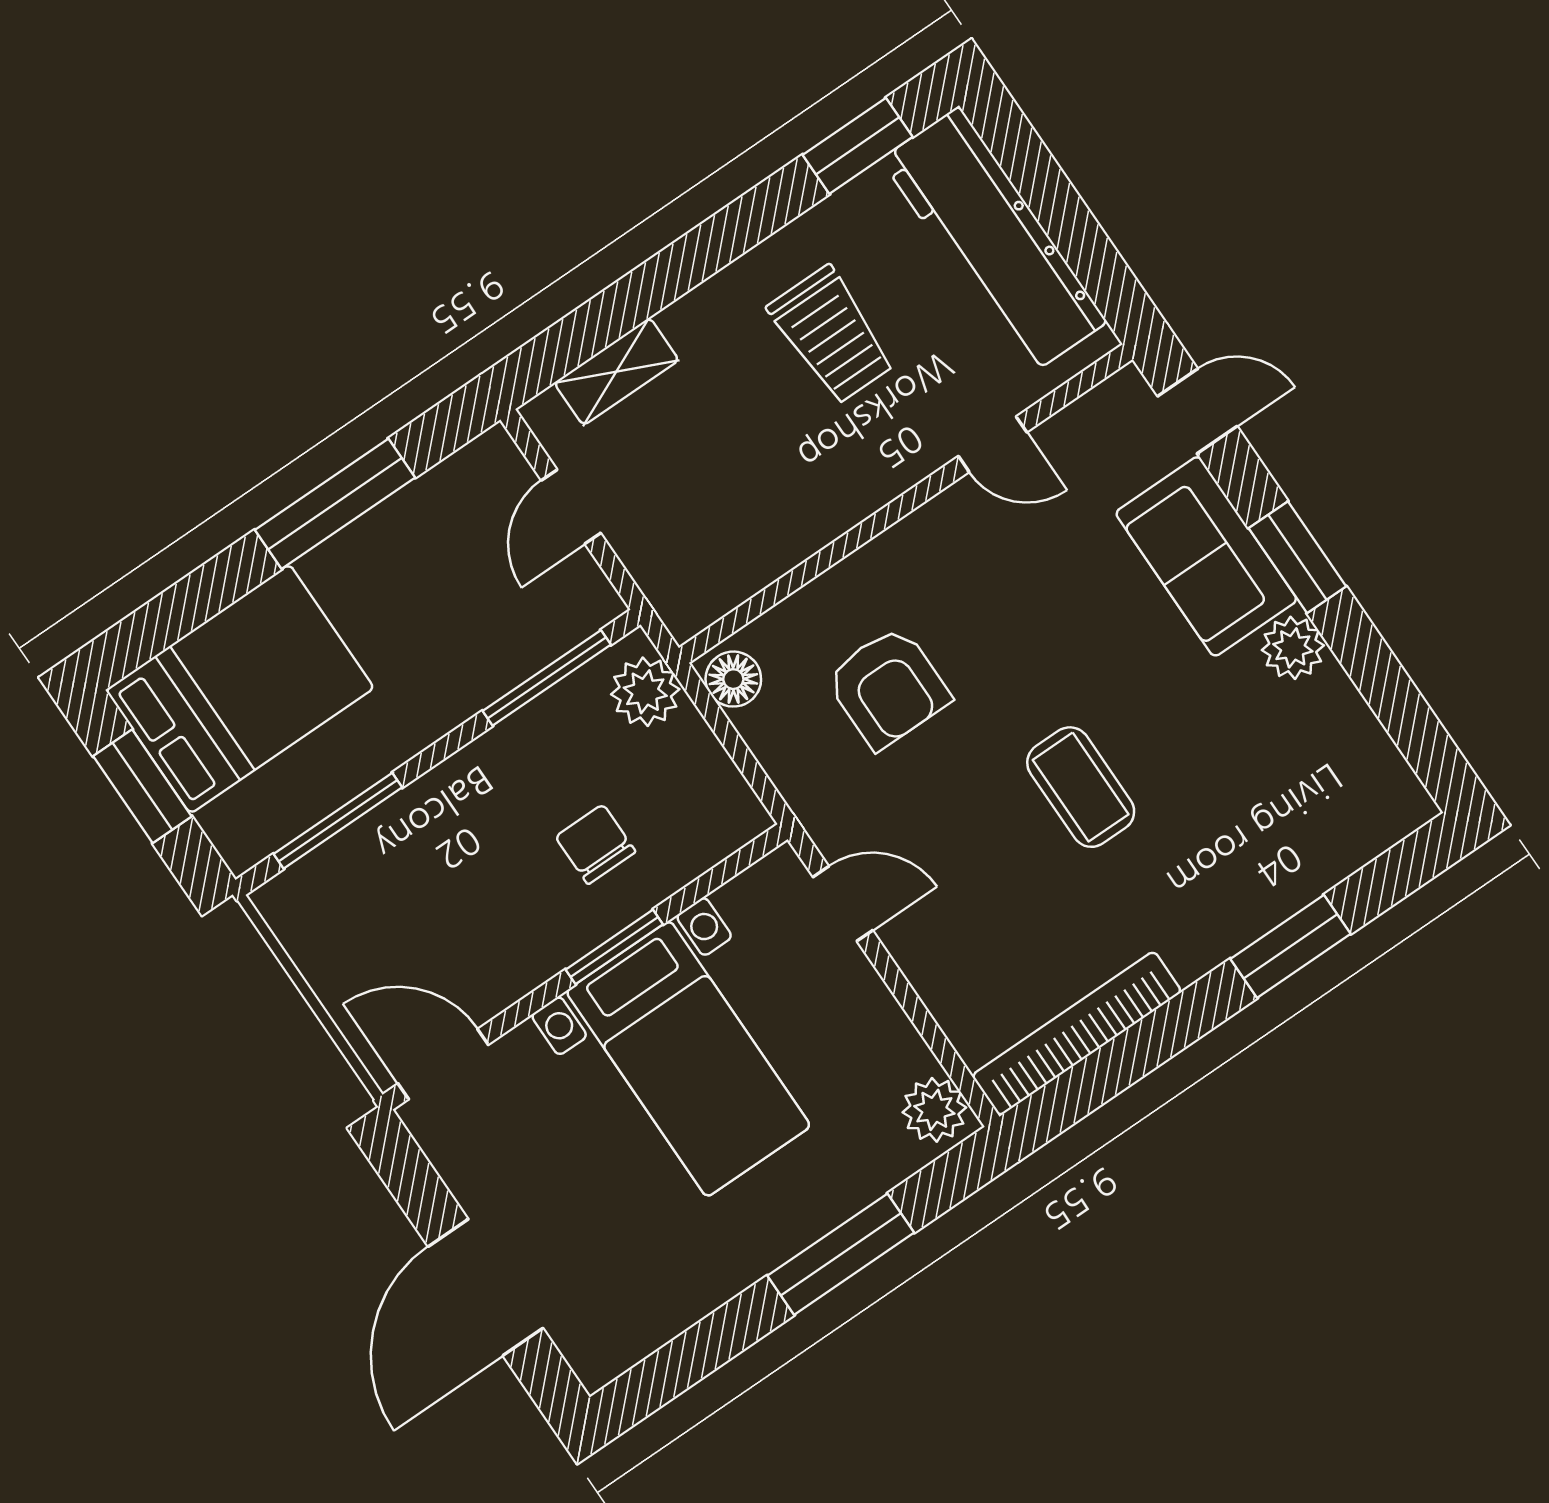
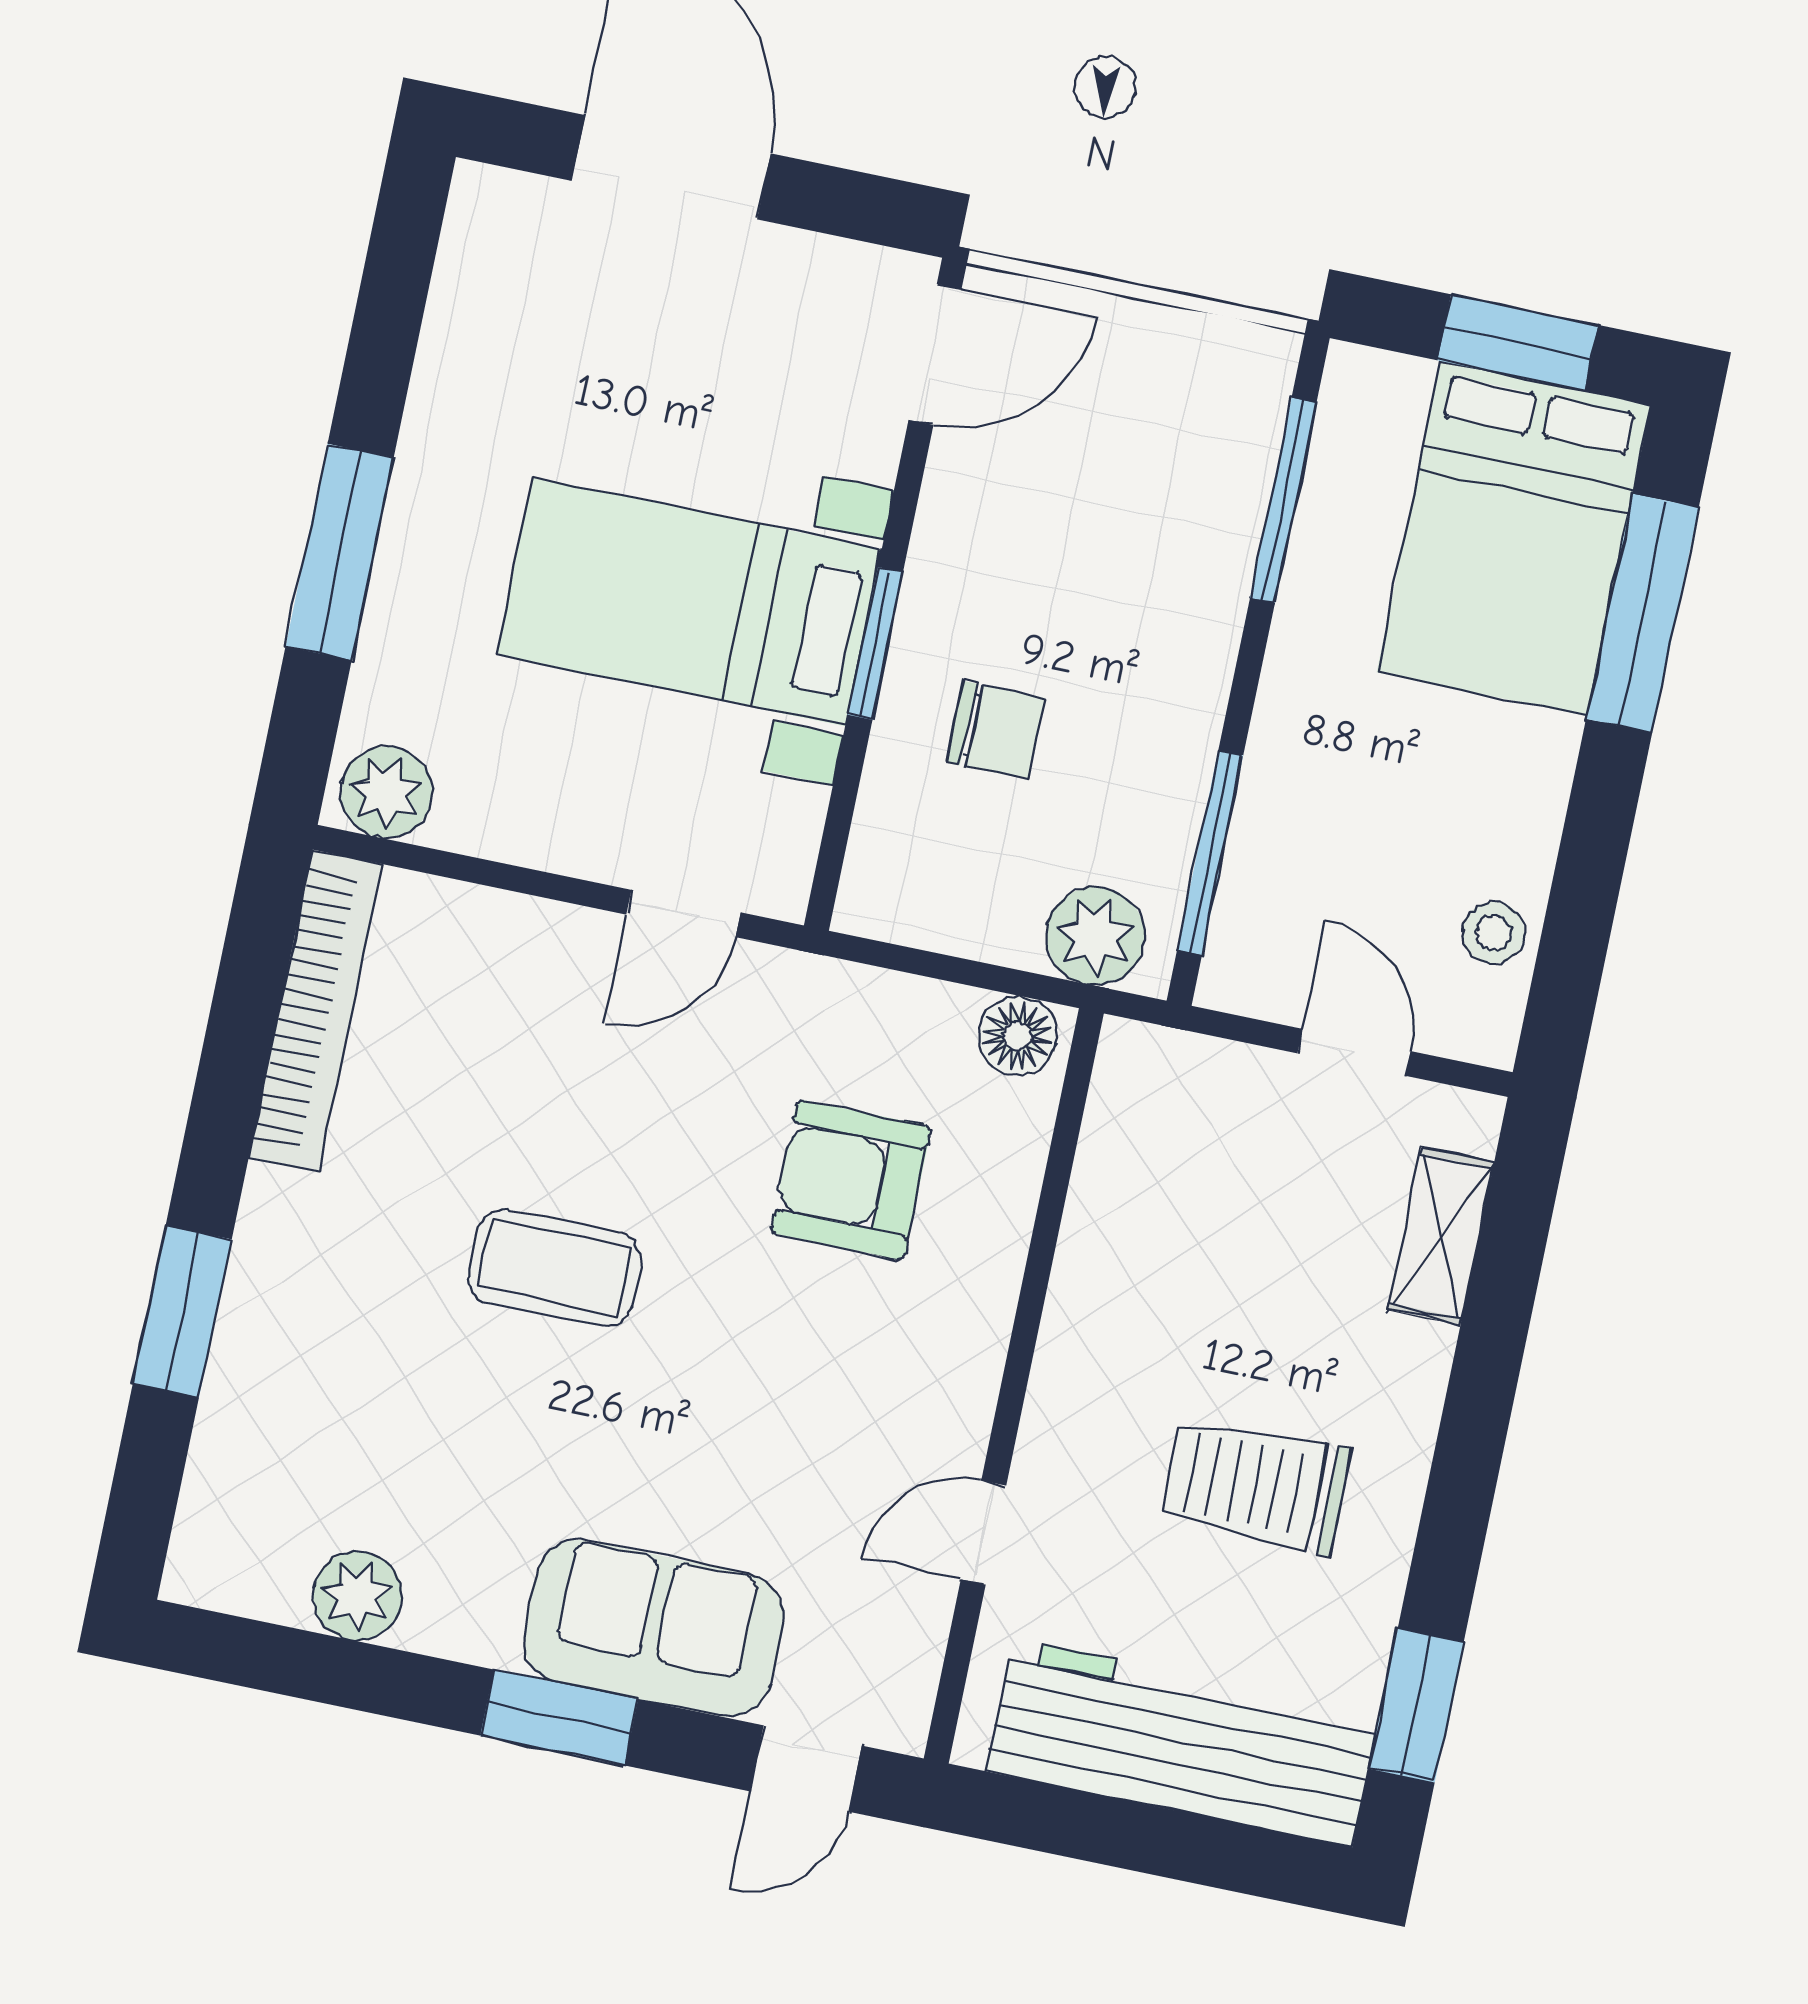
stool: (442, 499) -> (1493, 933), added
window: (335, 504) -> (1642, 613), moved
plant: (1293, 648) -> (358, 1596), moved

